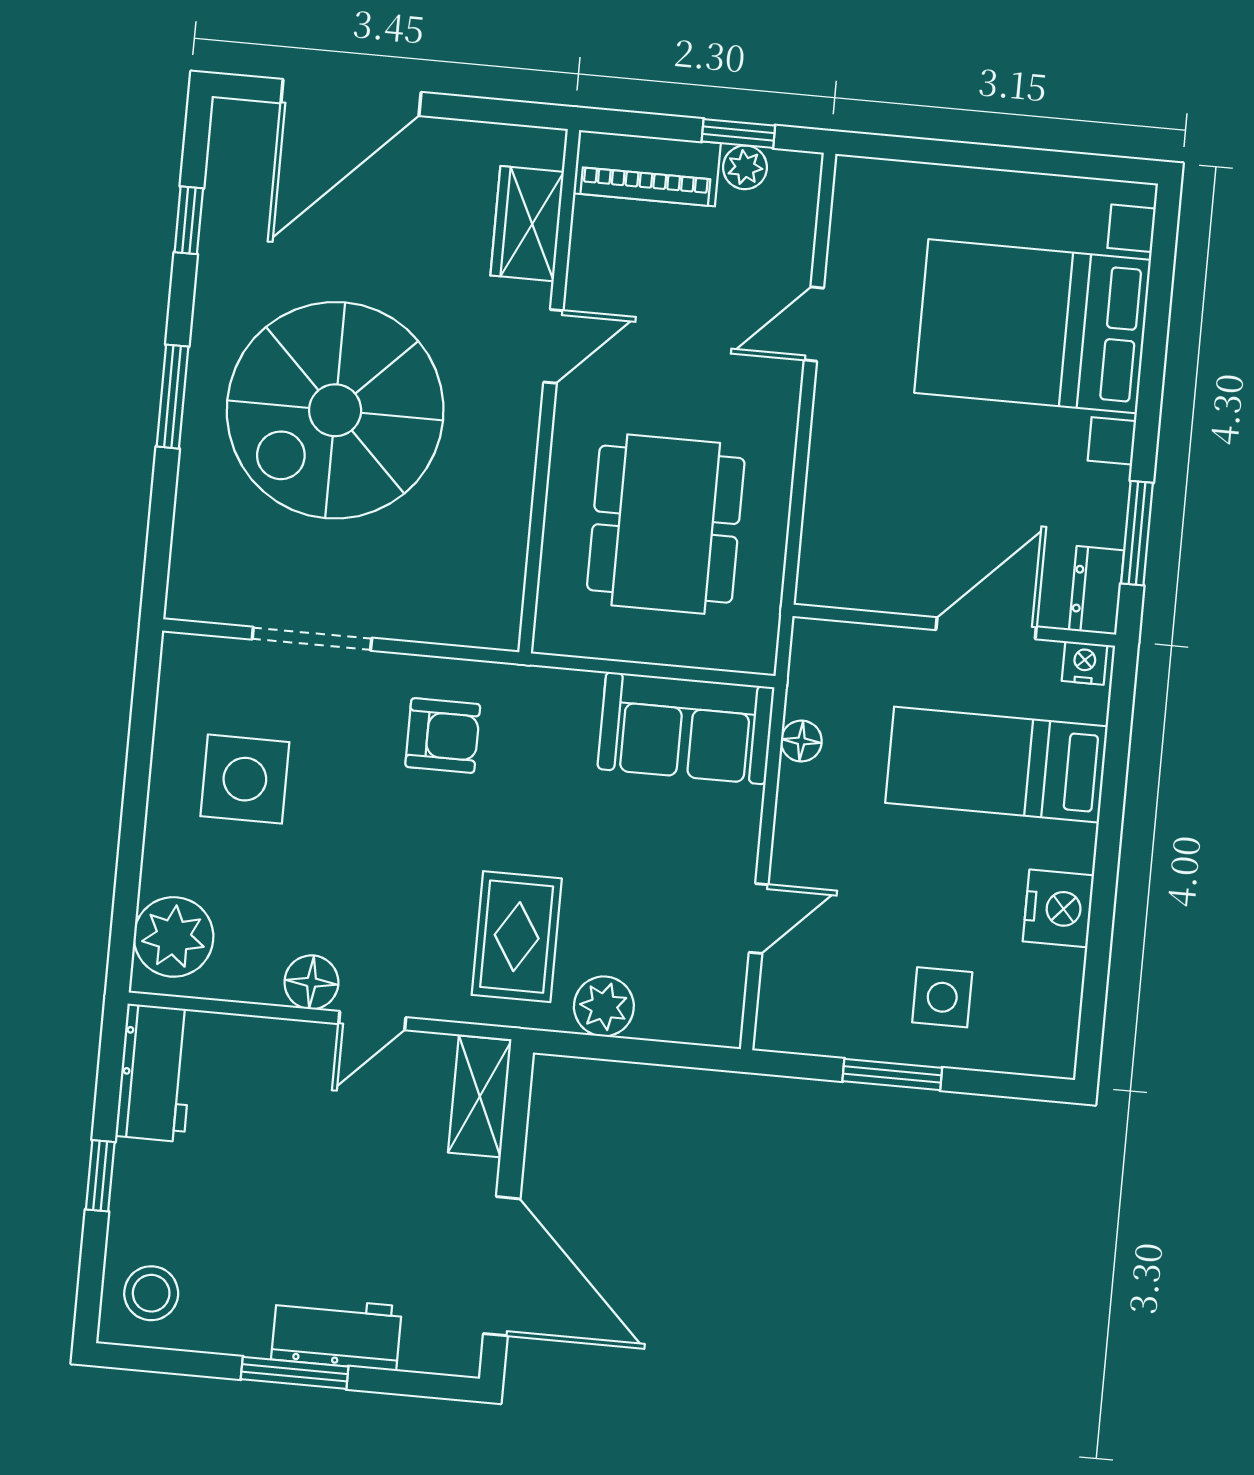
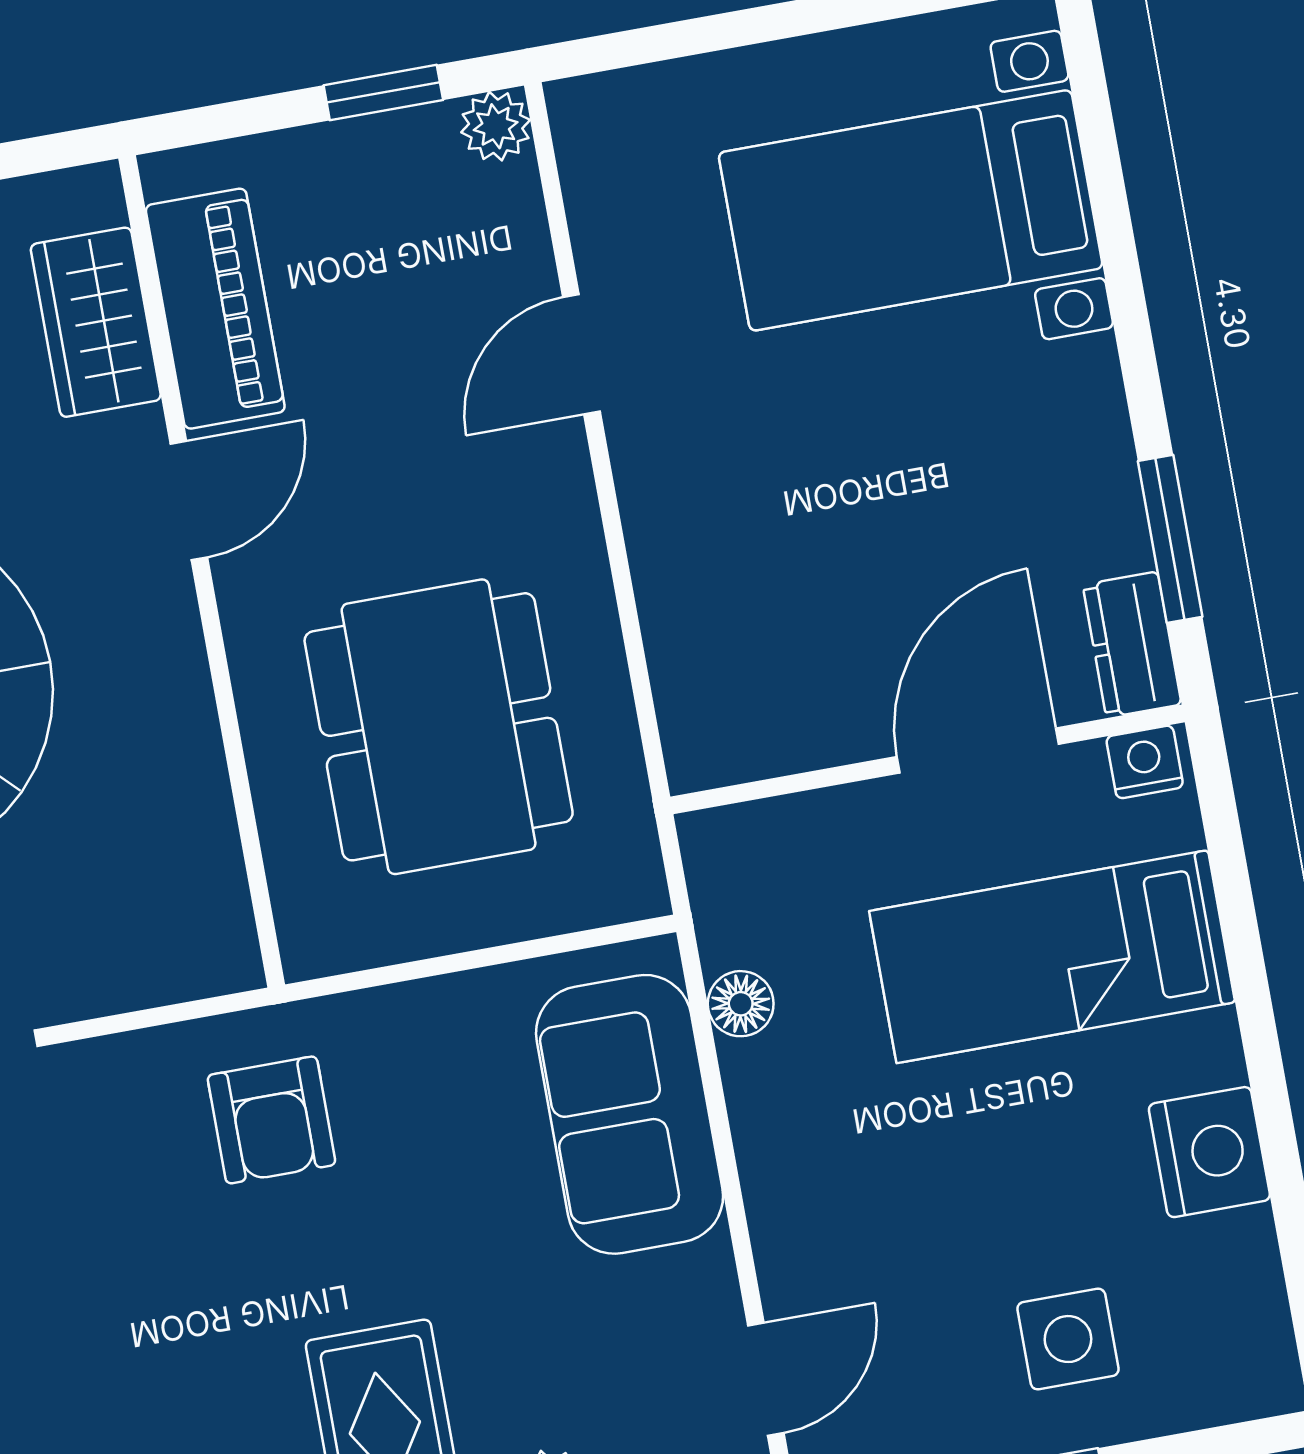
plant: (745, 167) -> (496, 126), moved
piano: (647, 168) -> (215, 309), moved, turned -90
bed with nightstands: (1033, 326) -> (911, 210), width x0.73
sofa: (686, 728) -> (630, 1114), moved, turned 90
armchair: (443, 736) -> (271, 1120), moved, turned 90
door: (759, 918) -> (766, 1379), moved

